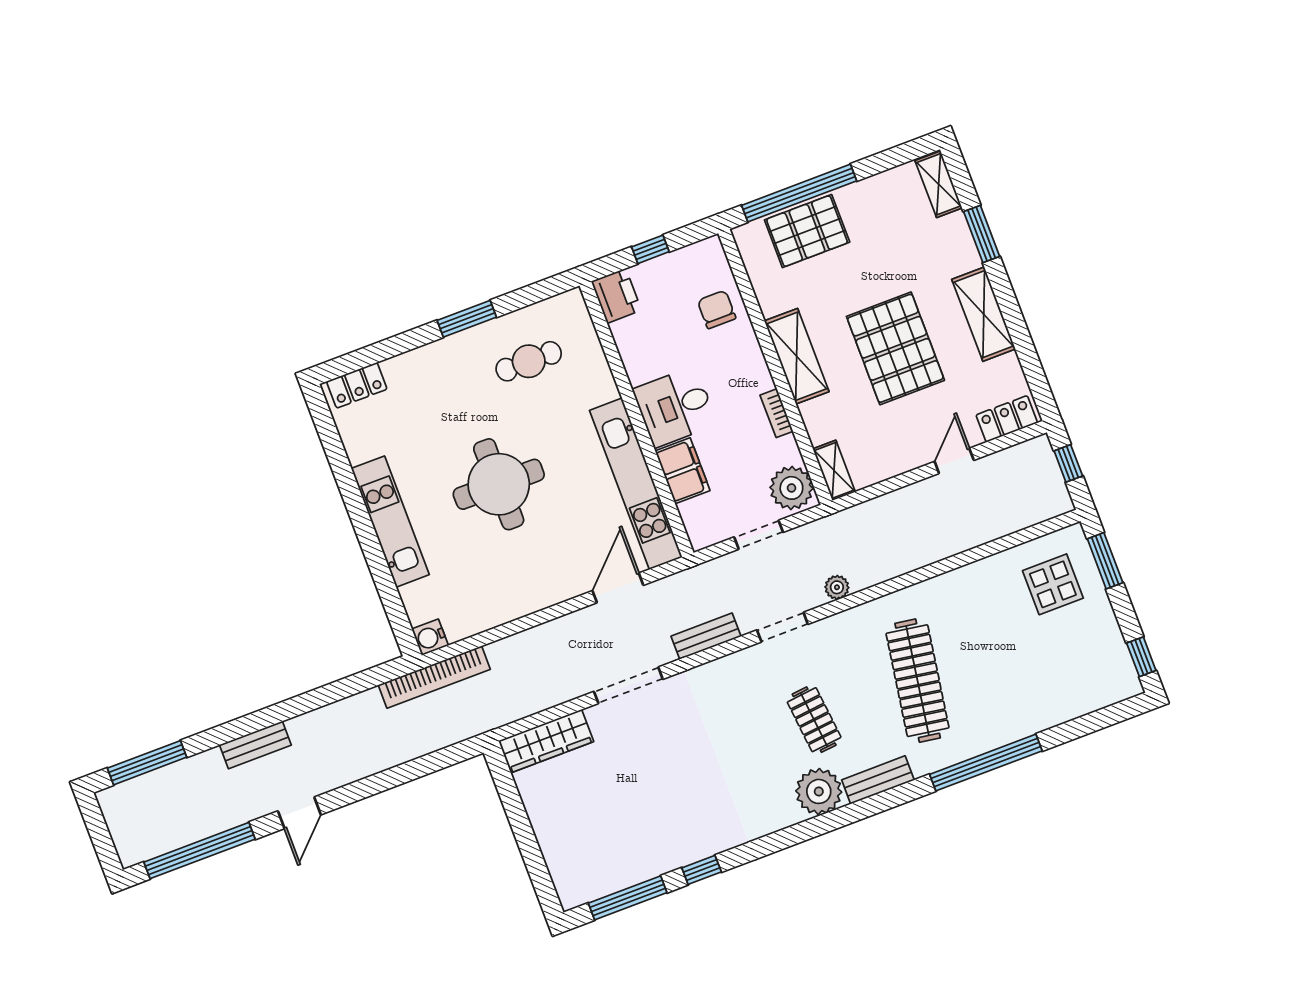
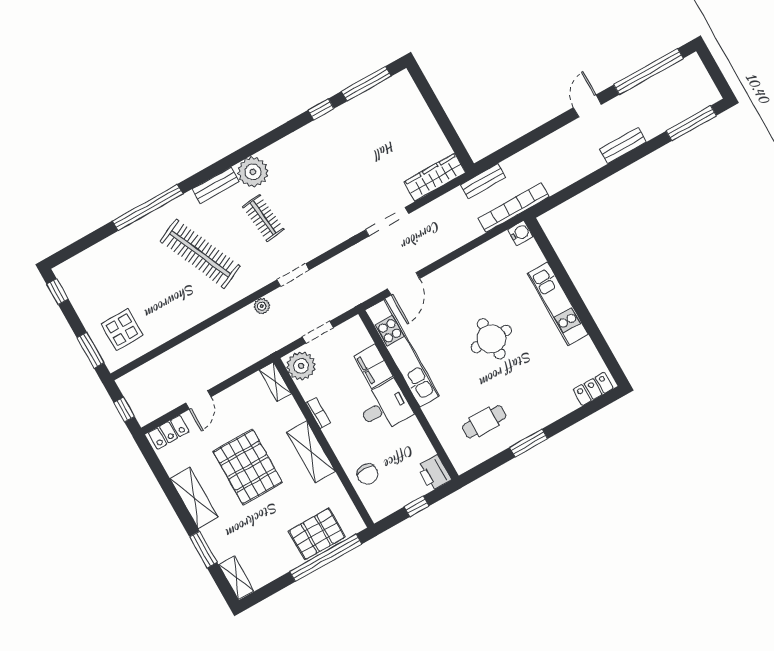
round table: (499, 484) -> (491, 339), width x0.73, depth x0.73
bench: (706, 636) -> (483, 181), moved
clothes rail: (918, 681) -> (200, 254), turned -33

